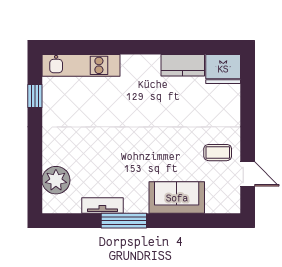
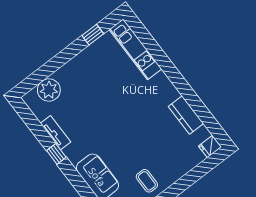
fridge: (223, 69) -> (210, 146), width x0.53, depth x0.75
window: (124, 221) -> (56, 154), width x0.46

